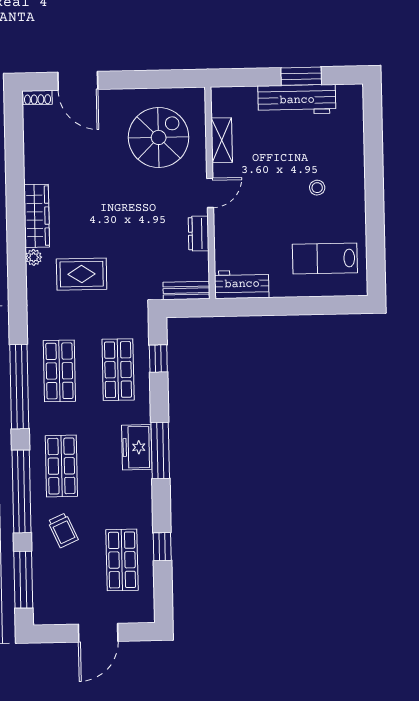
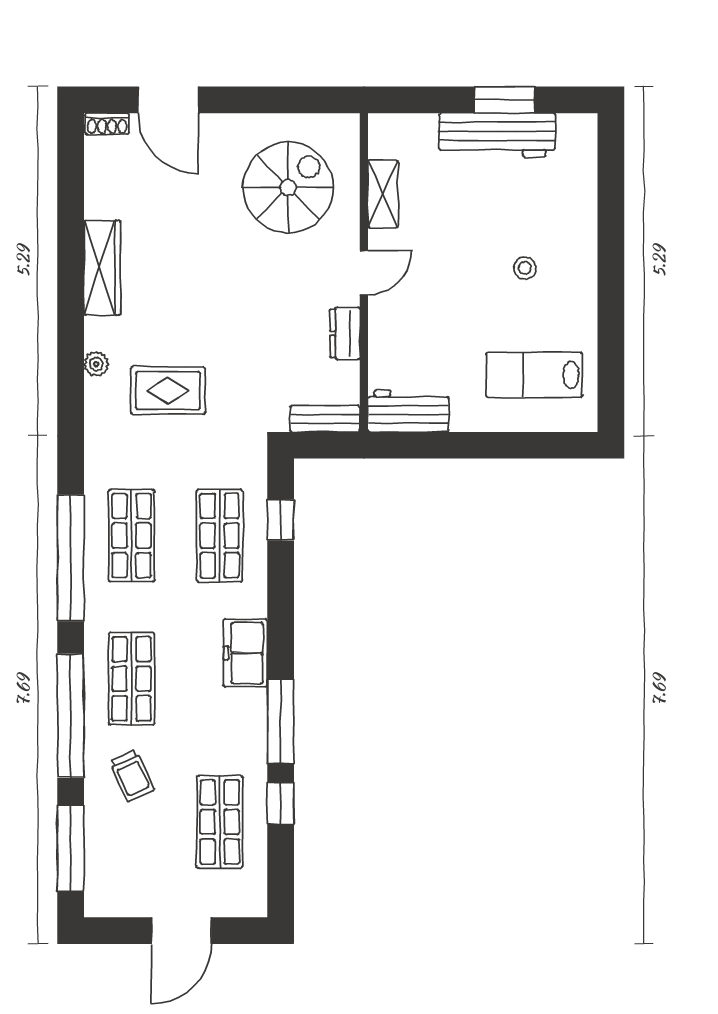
wardrobe: (37, 216) -> (102, 268), moved
window: (160, 450) -> (281, 721), moved

